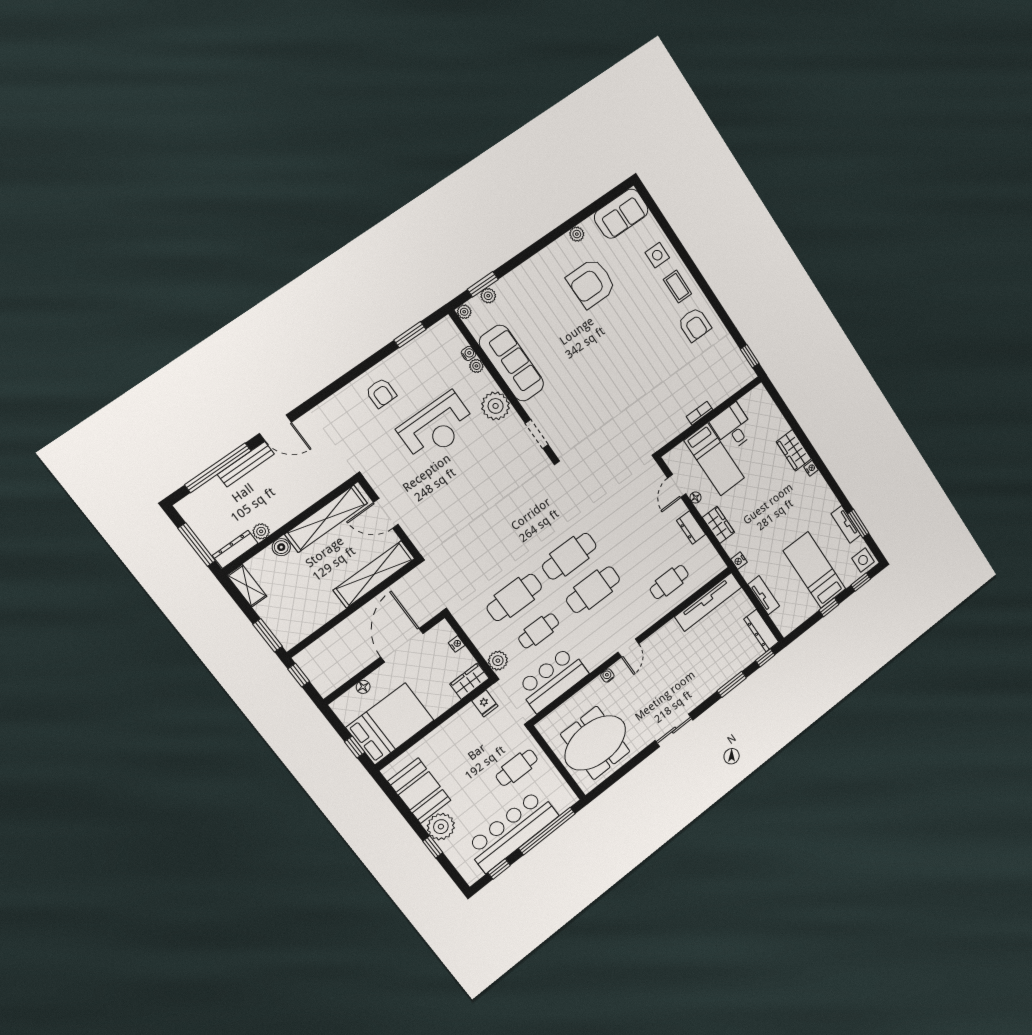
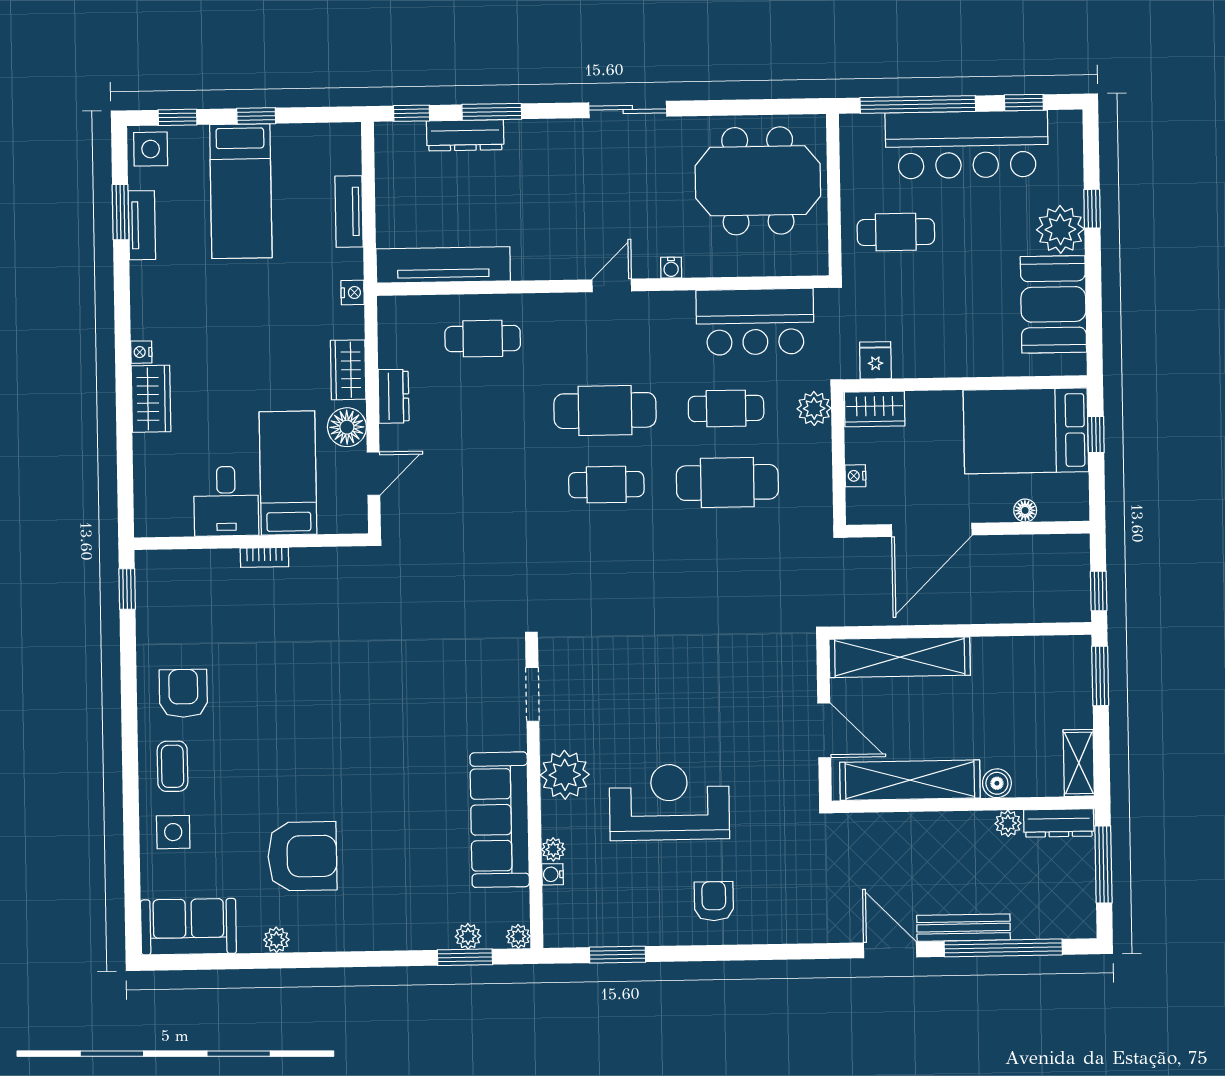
floor lamp: (695, 498) -> (347, 427), width x1.89, depth x1.89
cafe table: (569, 556) -> (606, 485), width x0.73, depth x0.74
dresser: (761, 631) -> (465, 135), moved, turned 90

